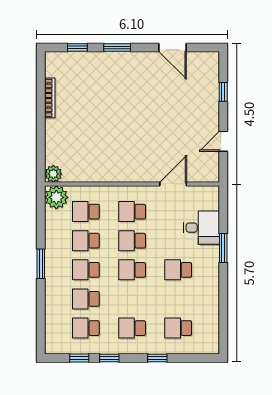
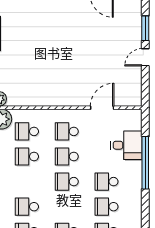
window: (223, 92) -> (145, 28), width x1.50
door: (223, 141) -> (145, 57), moved
window: (223, 248) -> (145, 163), width x2.11
school desk: (86, 270) -> (106, 207), moved

